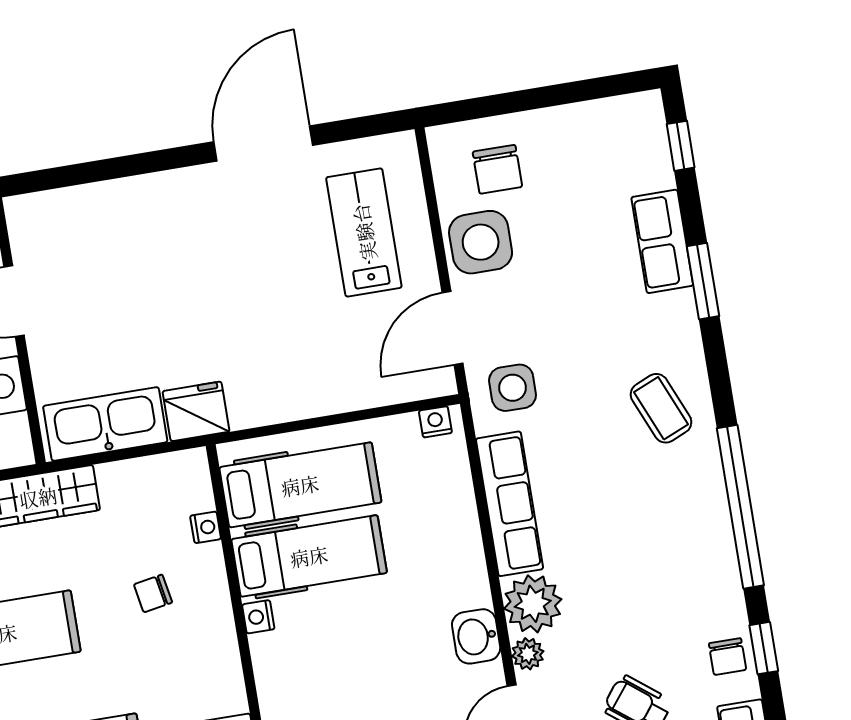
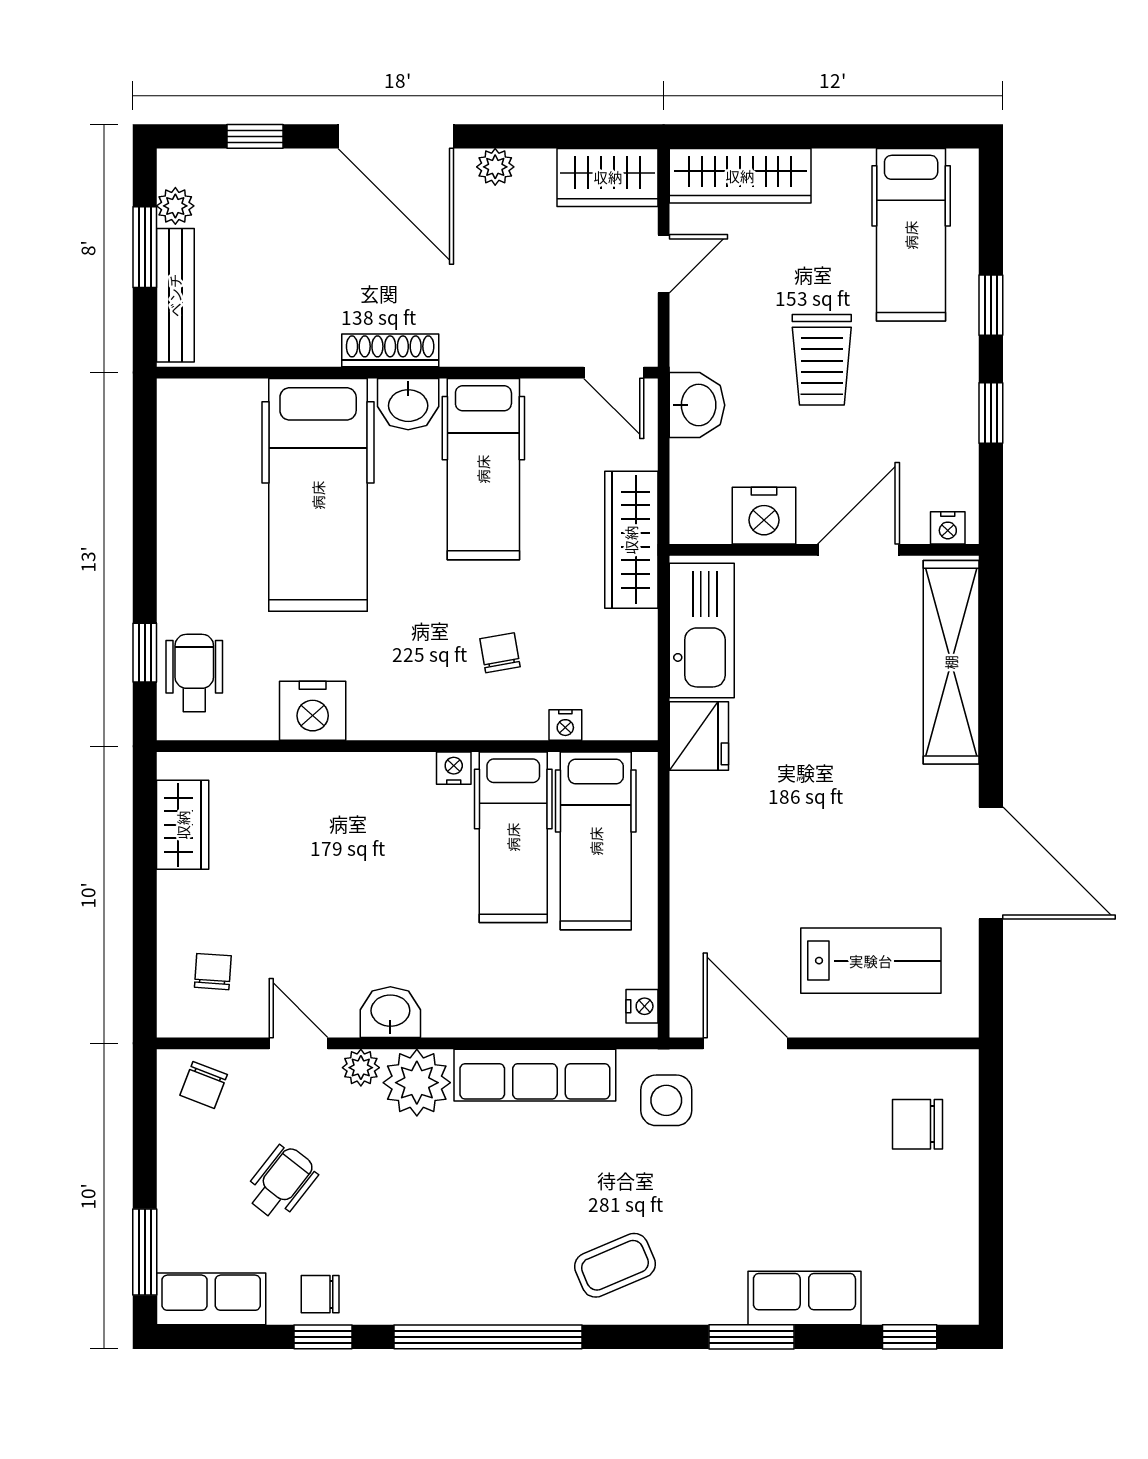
shelving: (97, 206) -> (951, 662), added
side table: (481, 242) -> (838, 1091), removed

